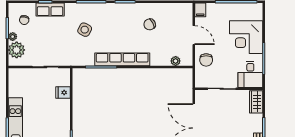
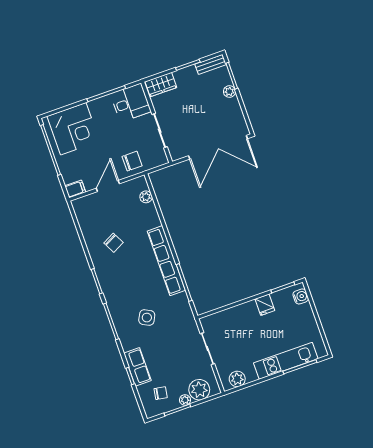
corner desk: (246, 37) -> (73, 129), moved
plant: (15, 81) -> (237, 379), added
fridge: (63, 92) -> (265, 305), moved

